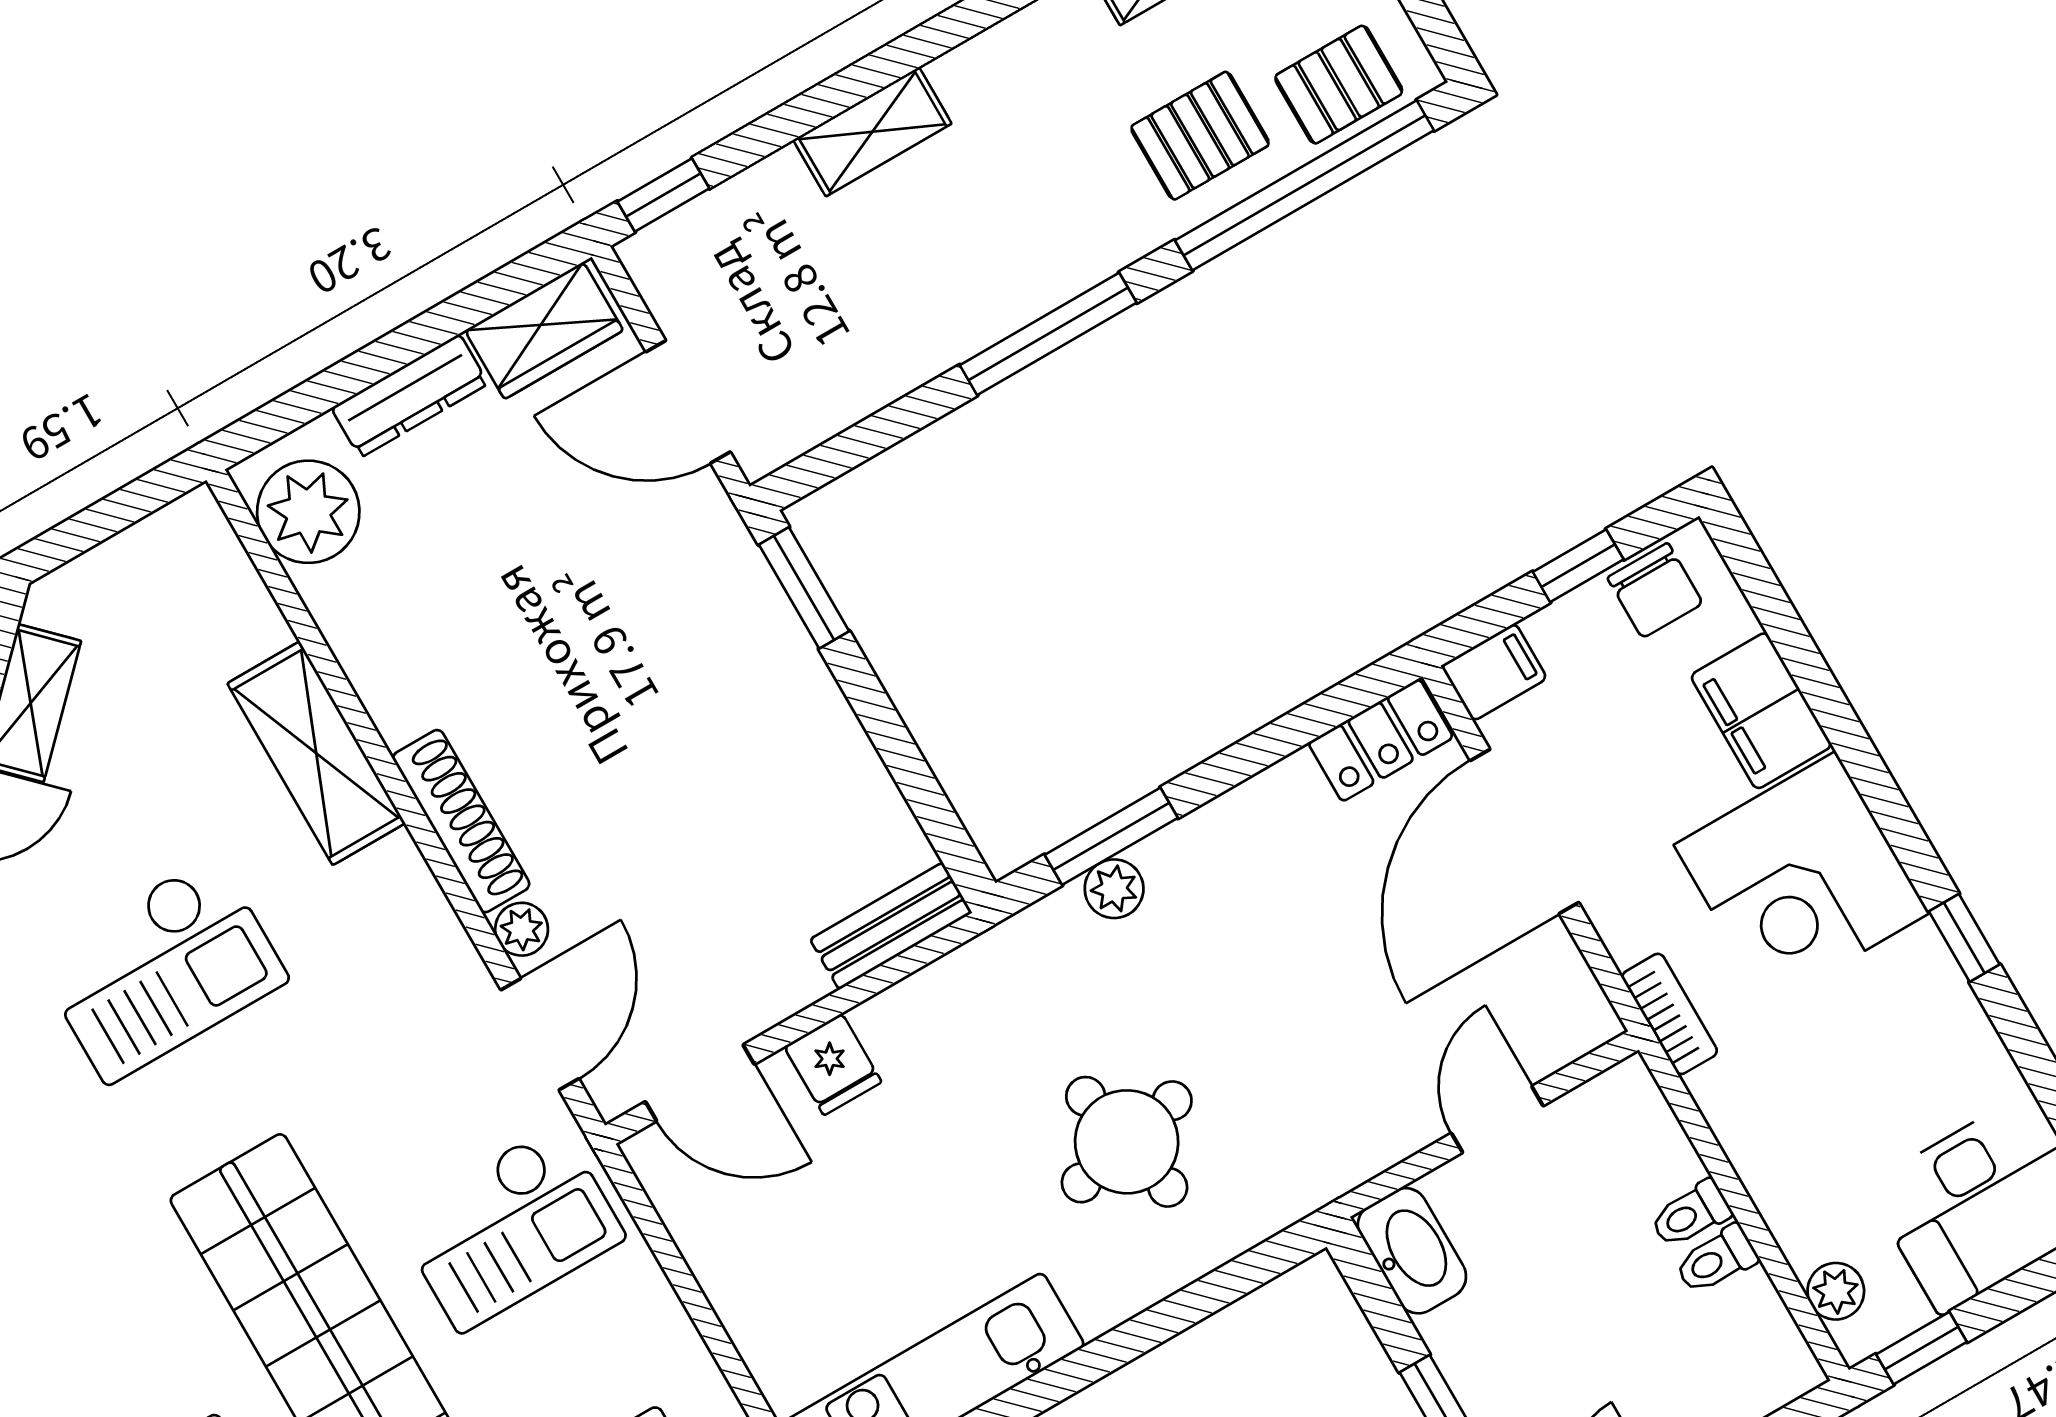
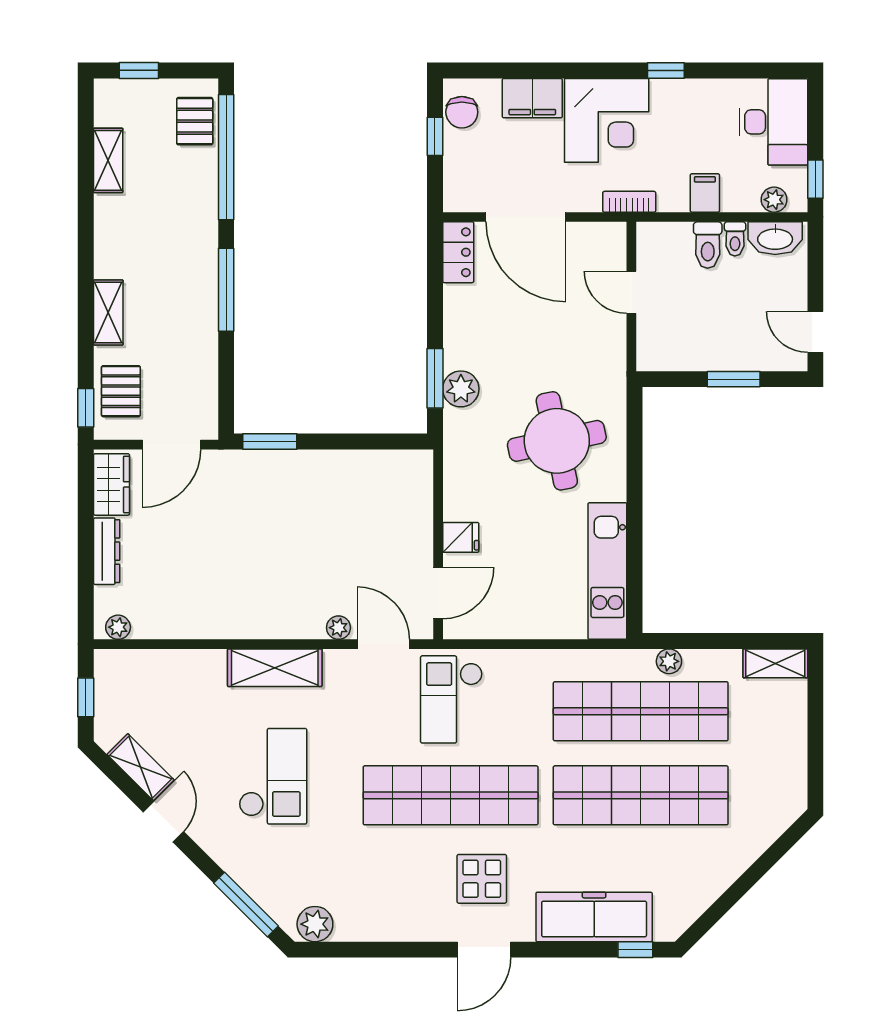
pallet: (1200, 136) -> (121, 391), moved
plant: (308, 512) -> (118, 627), width x0.53, depth x0.53
window: (104, 519) -> (86, 697), added
chair: (1655, 590) -> (462, 112), turned 90
filing cabinet: (1494, 672) -> (705, 193), moved
shelving: (316, 753) -> (275, 668), moved
shoe rack: (461, 821) -> (283, 627), removed
plant: (1114, 889) -> (461, 389), width x1.38, depth x1.38
bench: (891, 926) -> (420, 484), removed
round table: (1127, 1142) -> (557, 441), width x1.36, depth x1.36
toilet: (1691, 1214) -> (708, 245), width x1.37, depth x1.39
checkout: (509, 1228) -> (451, 699), turned 180
washbasin: (1412, 1251) -> (775, 238), moved, turned 180

